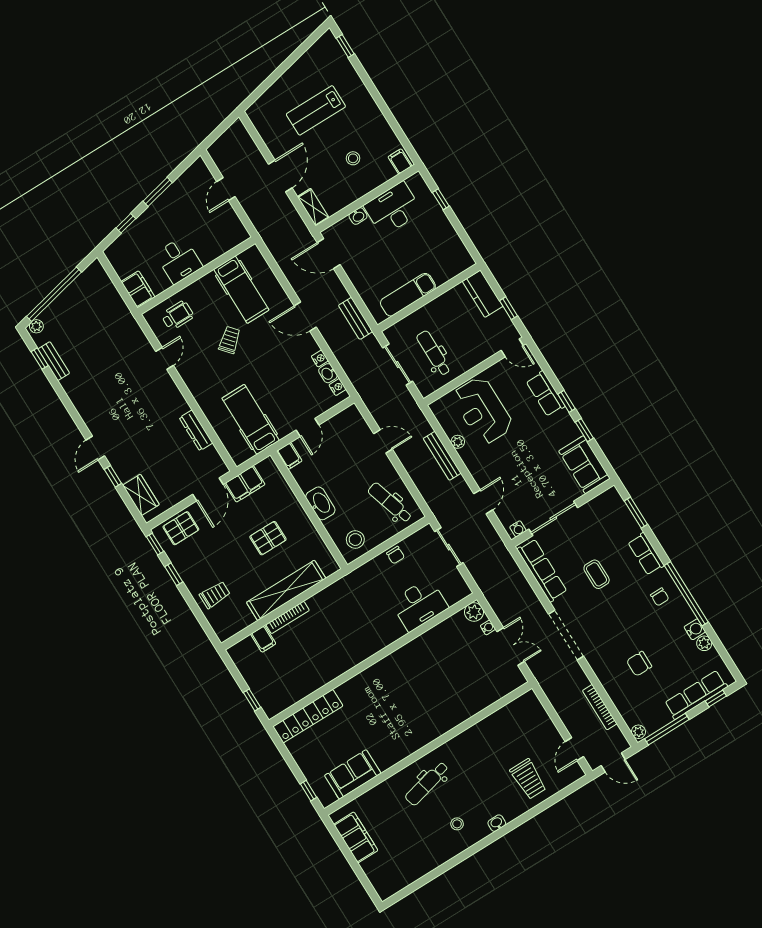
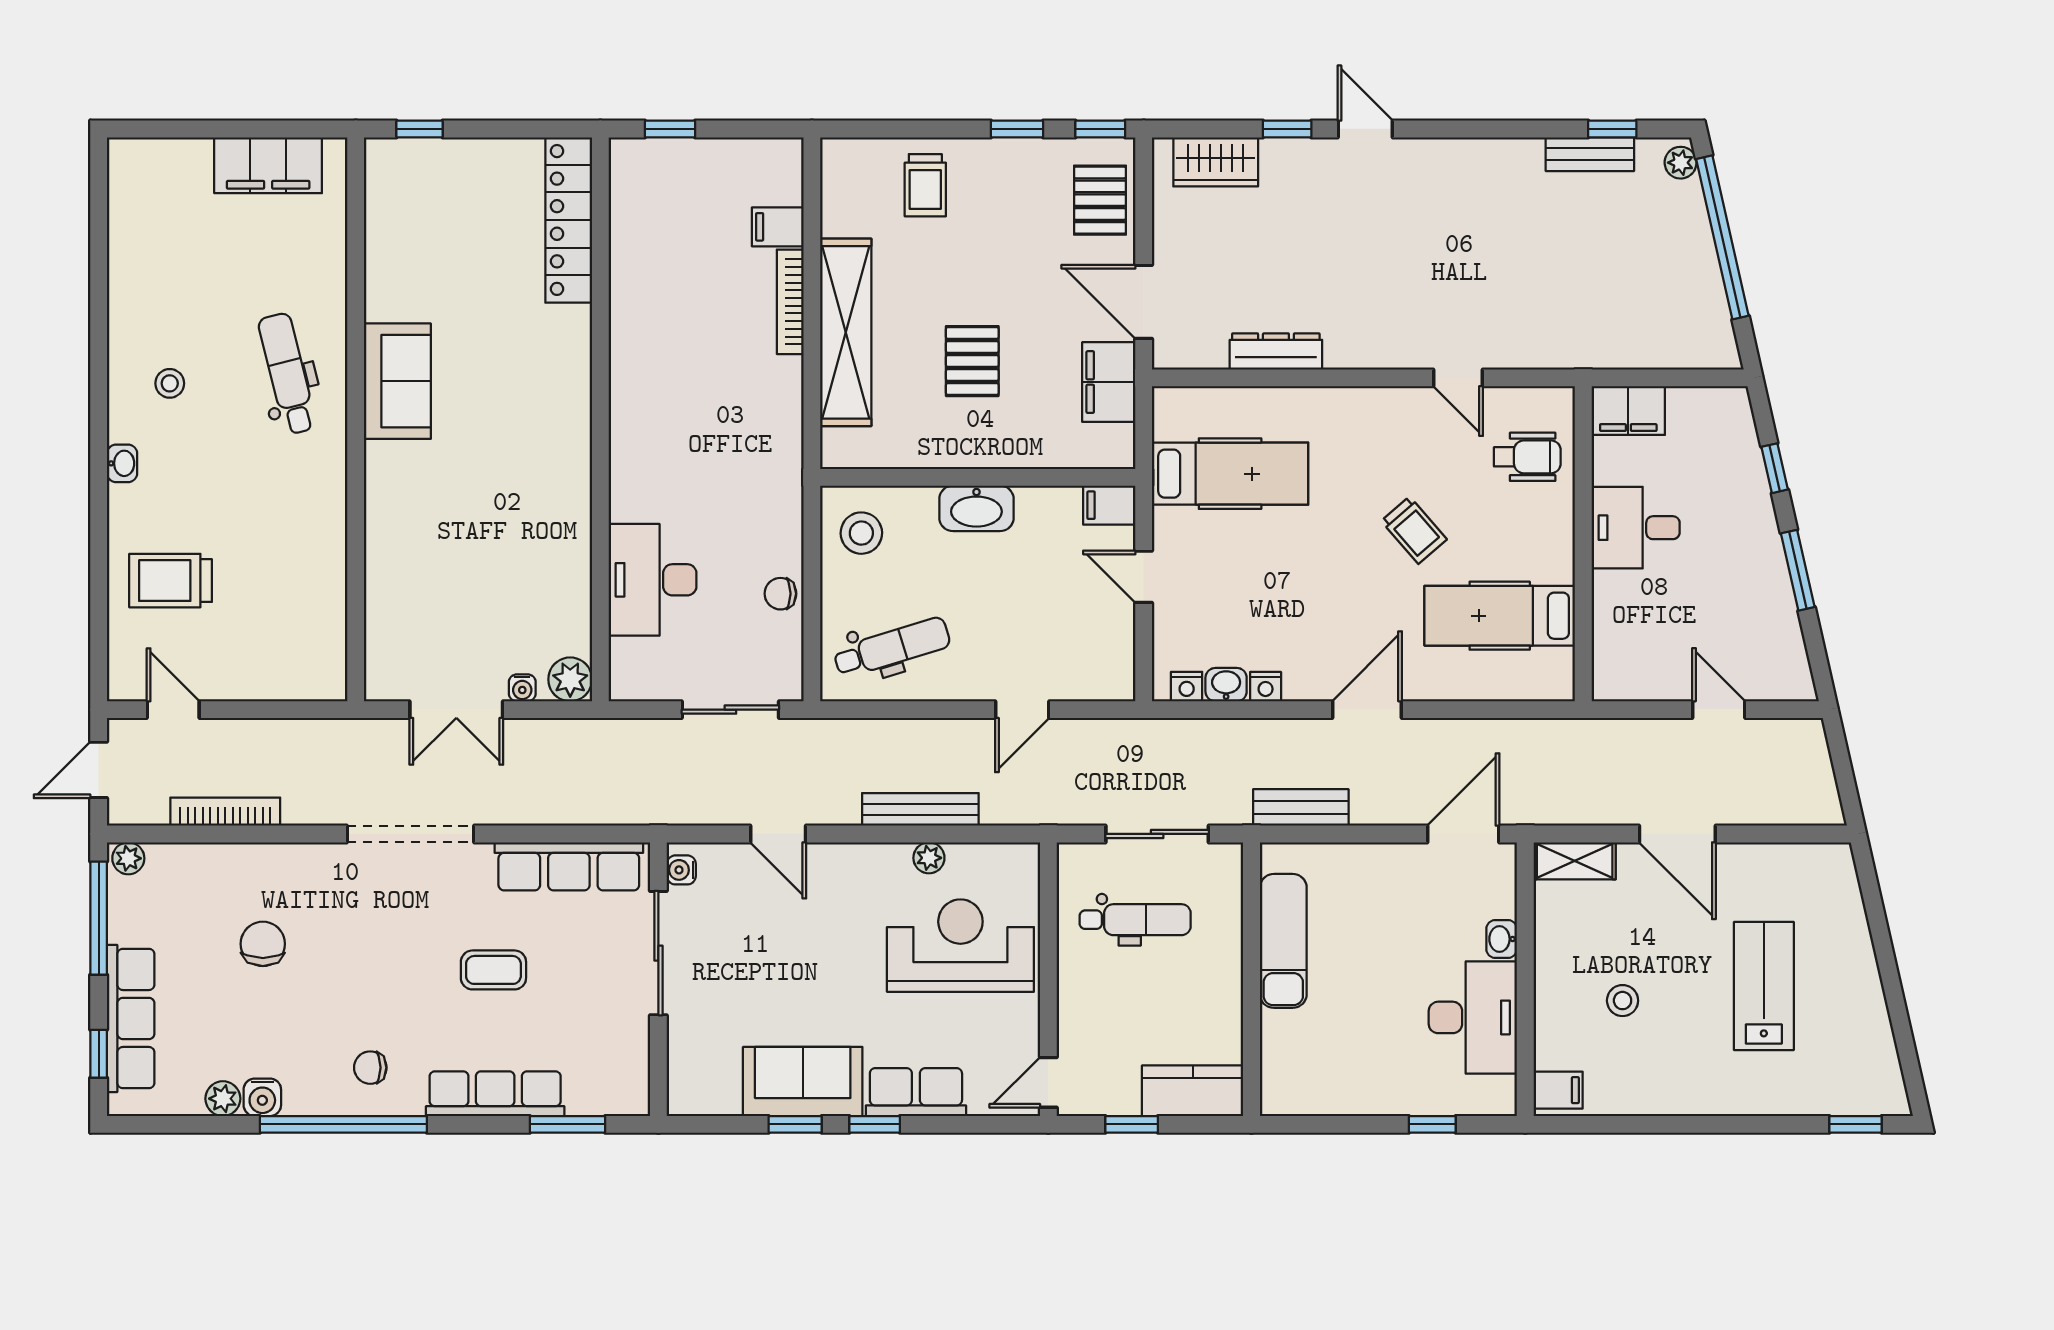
wheelchair: (177, 315) -> (1527, 457), turned -90
sofa: (584, 465) -> (803, 1081), moved
row of seats: (646, 554) -> (495, 1094), width x1.48
sofa: (353, 774) -> (397, 381), moved

